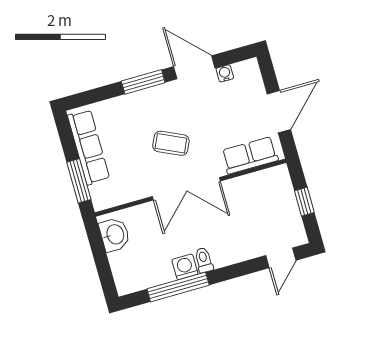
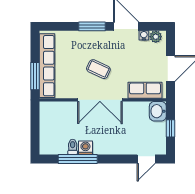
plant: (243, 70) -> (156, 37), added
row of seats: (89, 147) -> (47, 66), width x1.36
washbasin: (115, 235) -> (158, 111), moved, turned 180
toilet: (204, 260) -> (73, 147), moved

